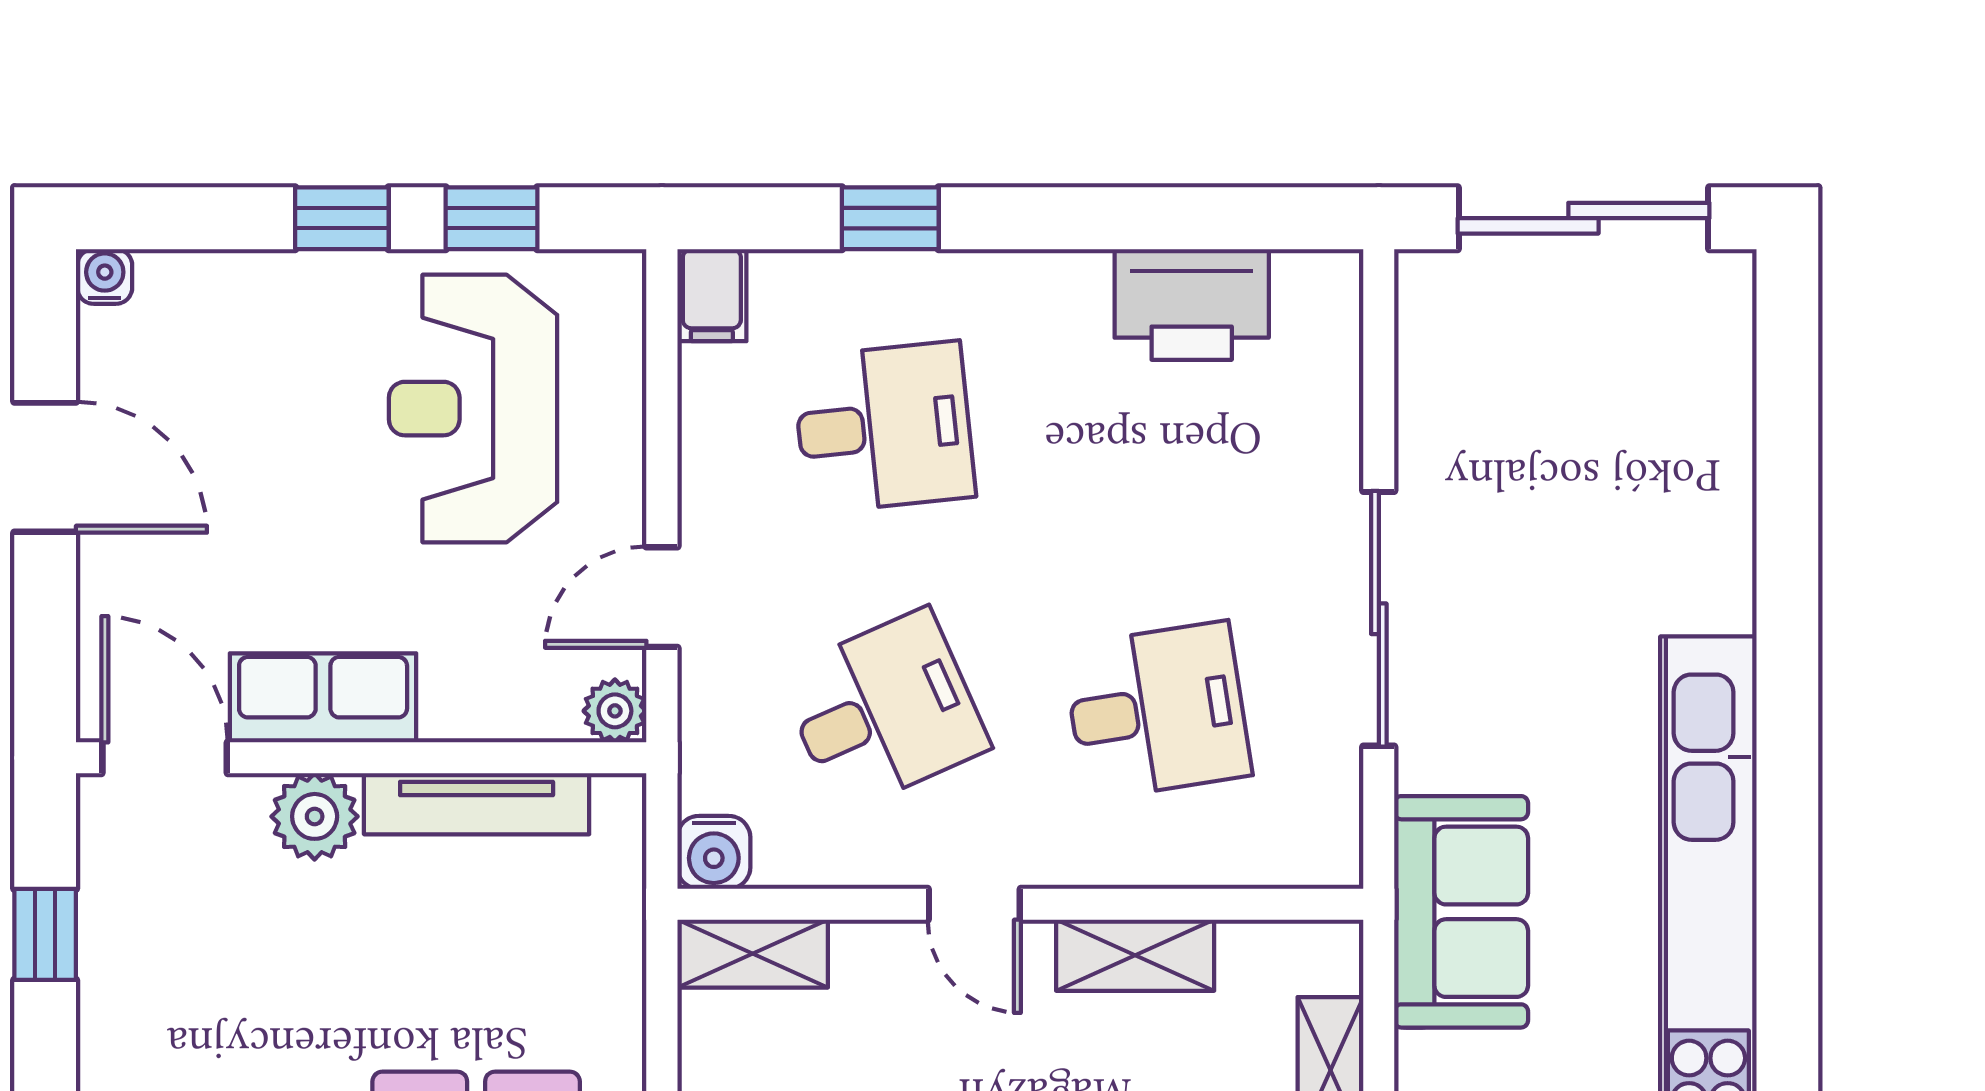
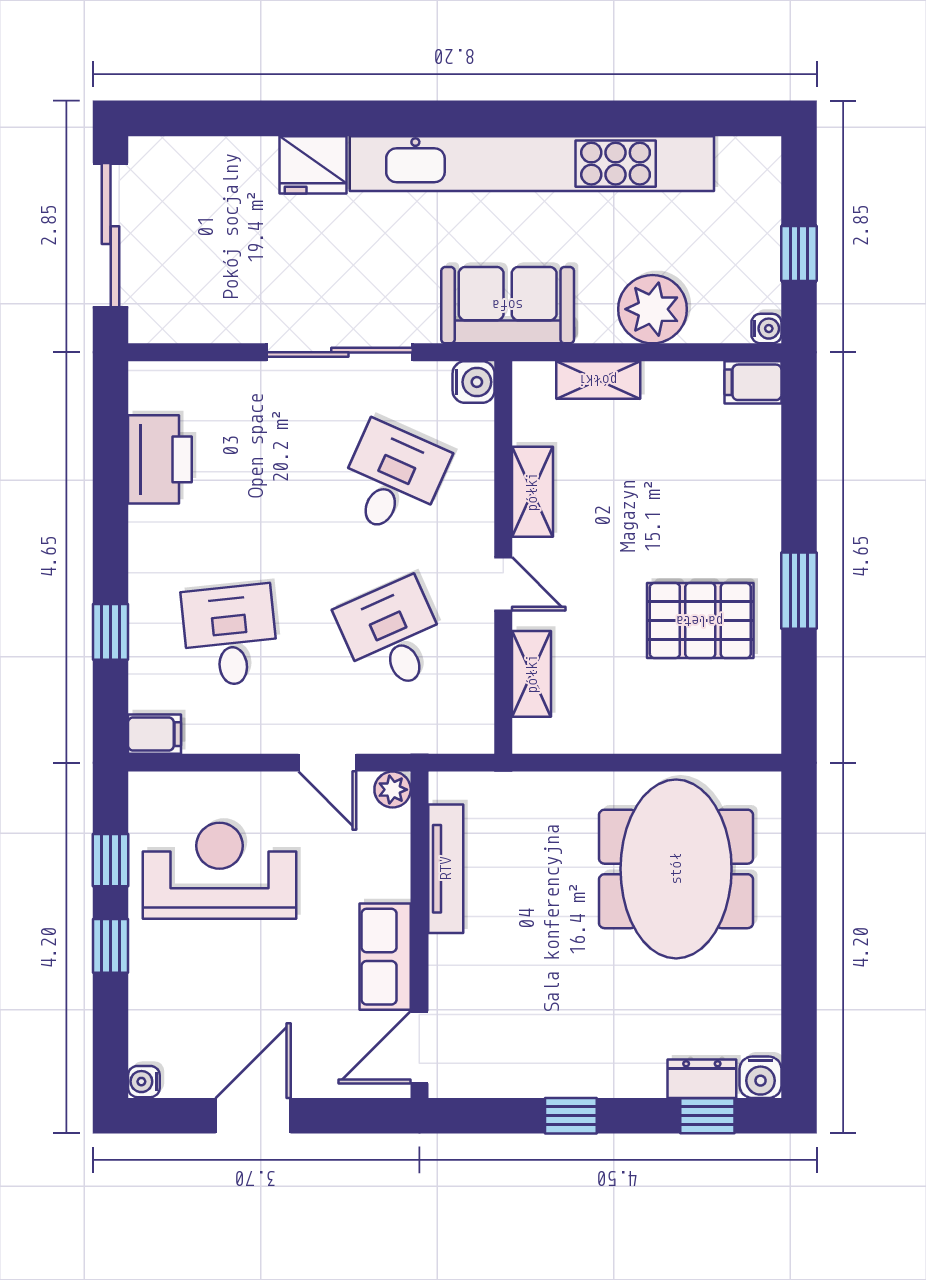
reception desk: (473, 409) -> (219, 871), turned 180
fridge: (1706, 572) -> (313, 165), added
desk: (1157, 711) -> (392, 479), turned 33
plant: (315, 816) -> (453, 961), removed
water cooler: (714, 852) -> (474, 382), moved
door: (974, 904) -> (503, 584), hinge flipped
window: (45, 934) -> (571, 1116), moved
shelving: (753, 954) -> (532, 674), moved

